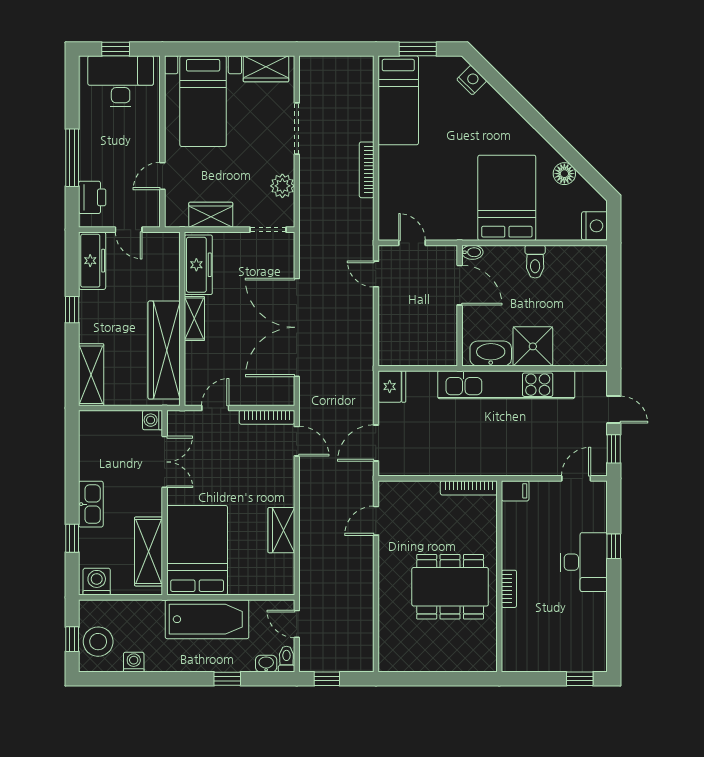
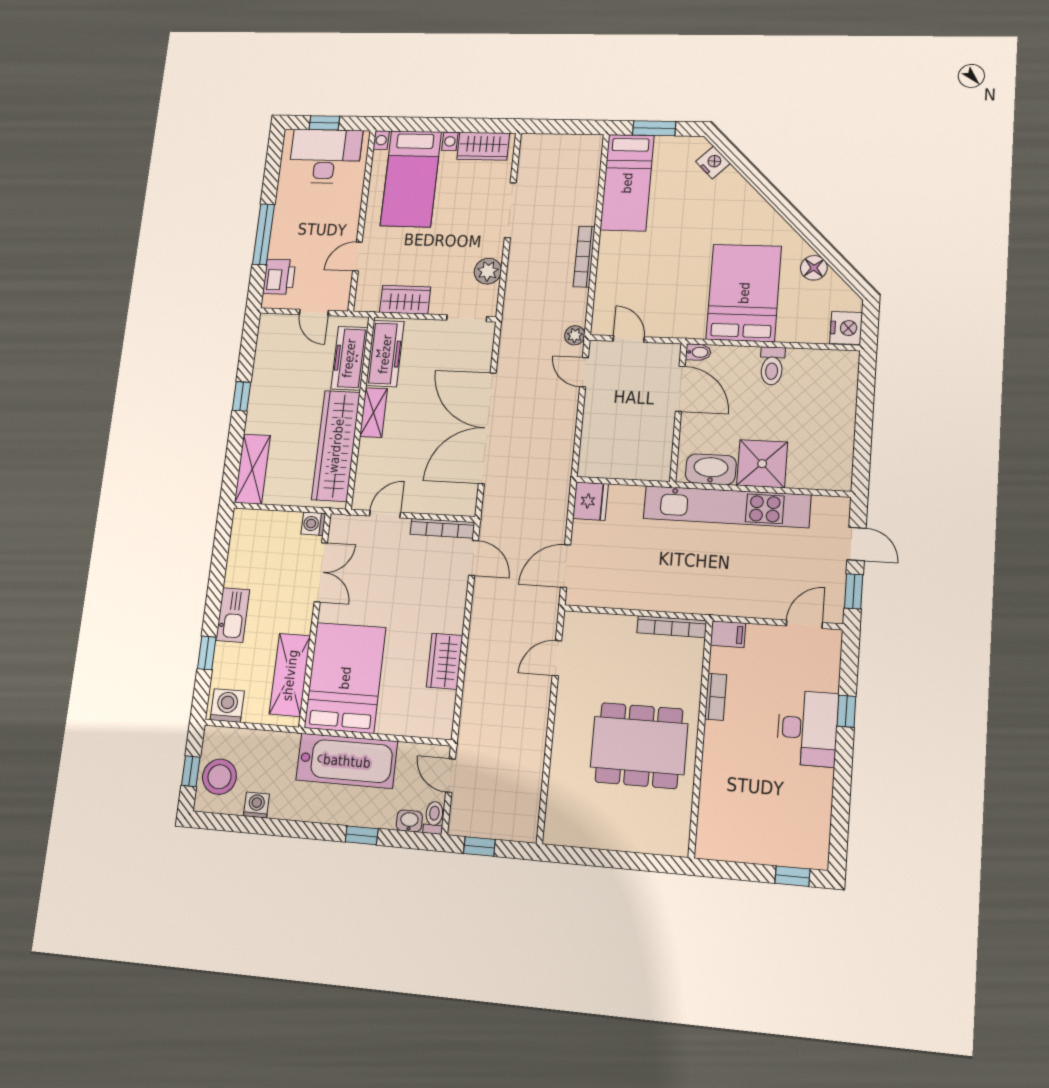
plant: (365, 241) -> (575, 335), added
freezer: (92, 261) -> (349, 358), moved, turned 180
bookcase: (509, 589) -> (716, 697), moved

